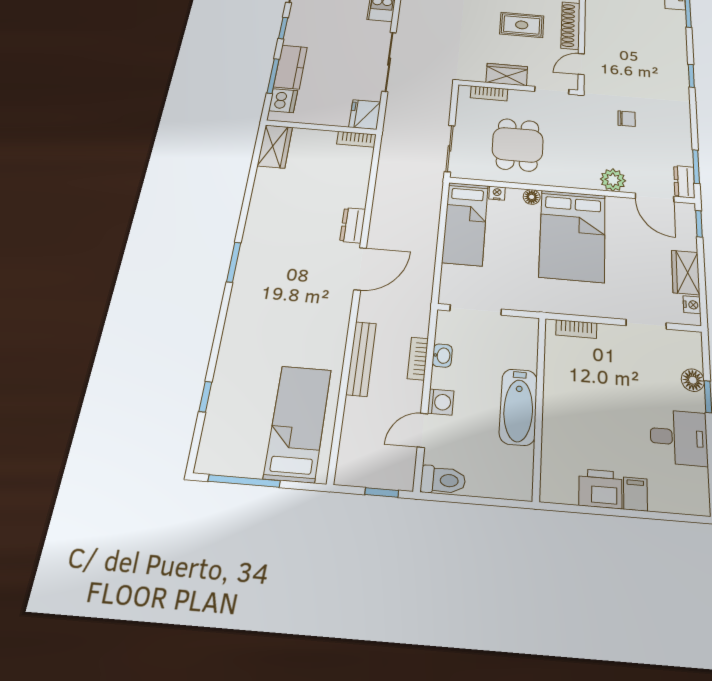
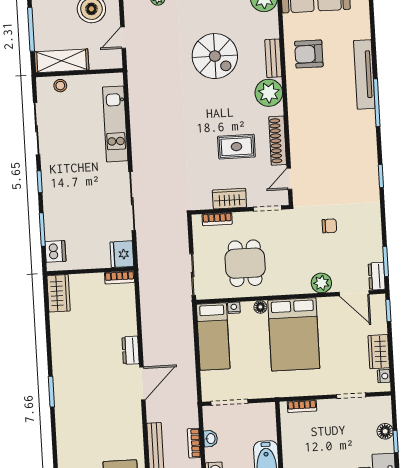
kitchen counter: (290, 67) -> (54, 219), removed

